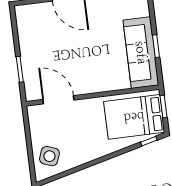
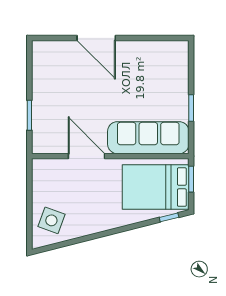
sofa: (141, 53) -> (148, 138), moved, turned 90
door: (58, 100) -> (86, 156), moved

